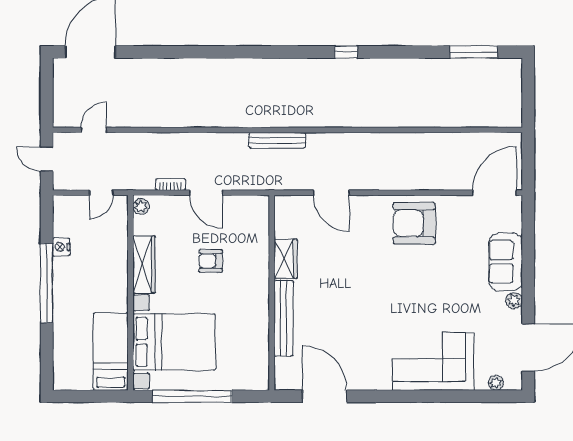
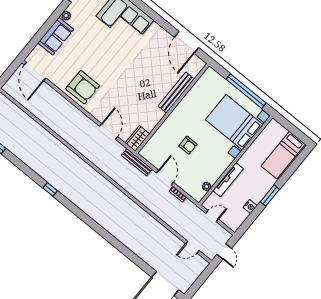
bench: (277, 140) -> (137, 162), moved
door: (495, 193) -> (35, 71), hinge flipped
plant: (141, 206) -> (207, 186), moved
tv unit: (120, 259) -> (228, 180), added
wardrobe: (285, 259) -> (137, 138), moved
wardrobe: (144, 264) -> (219, 168), removed
window: (47, 283) -> (270, 196), width x0.47
bed: (111, 351) -> (283, 155), moved

